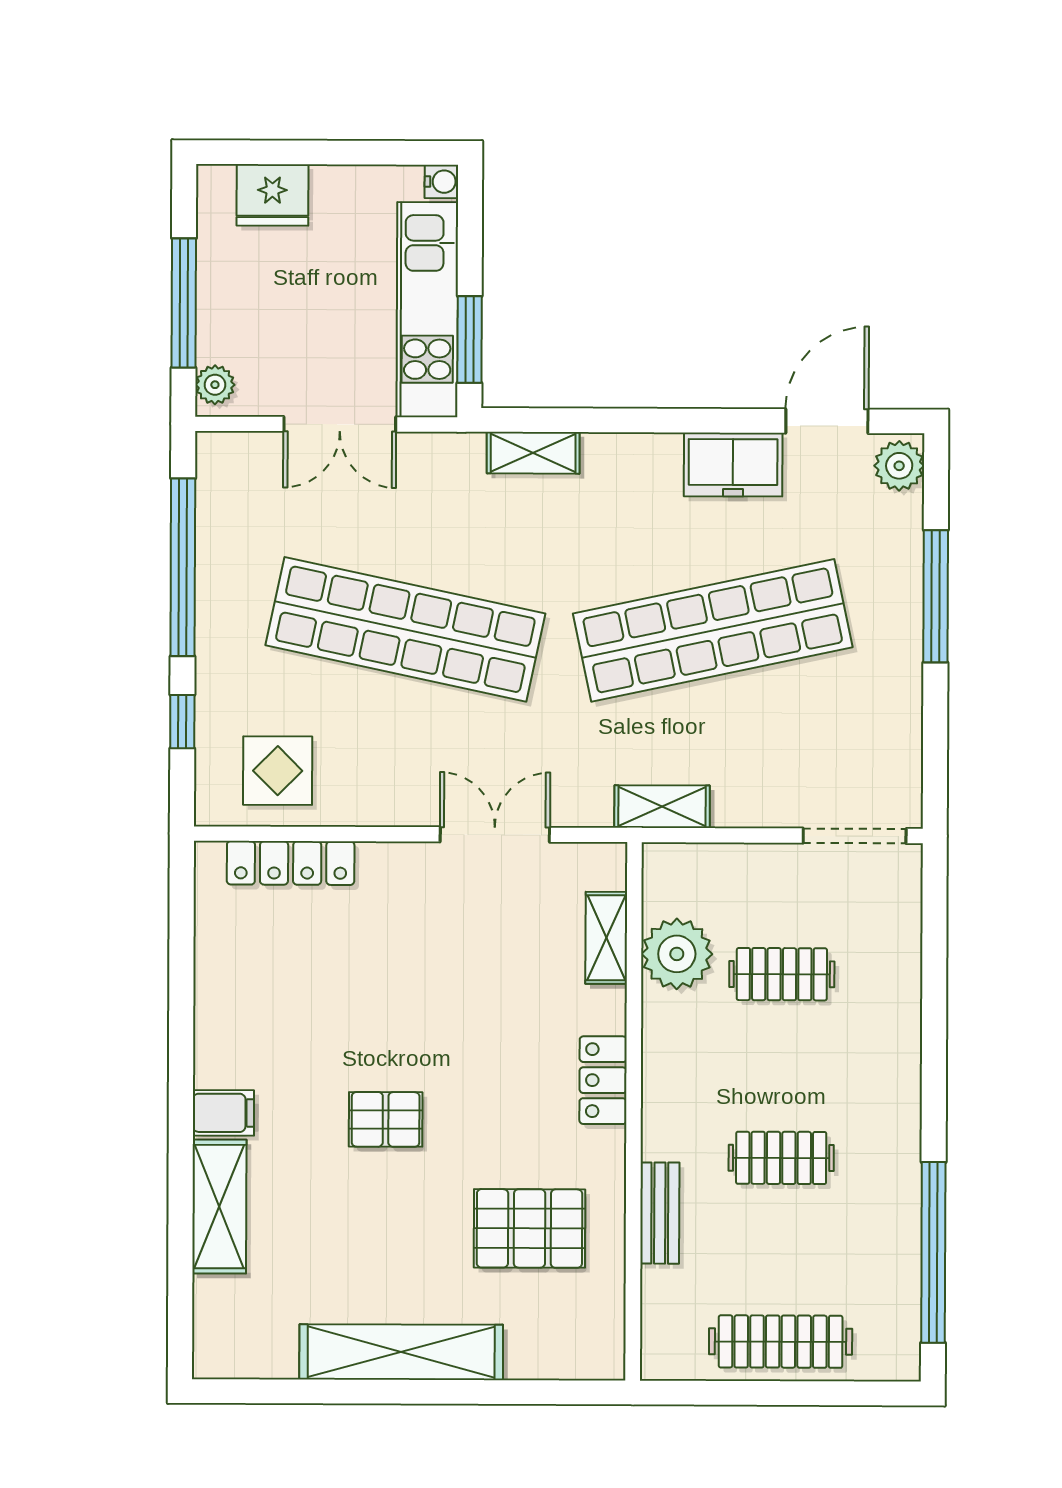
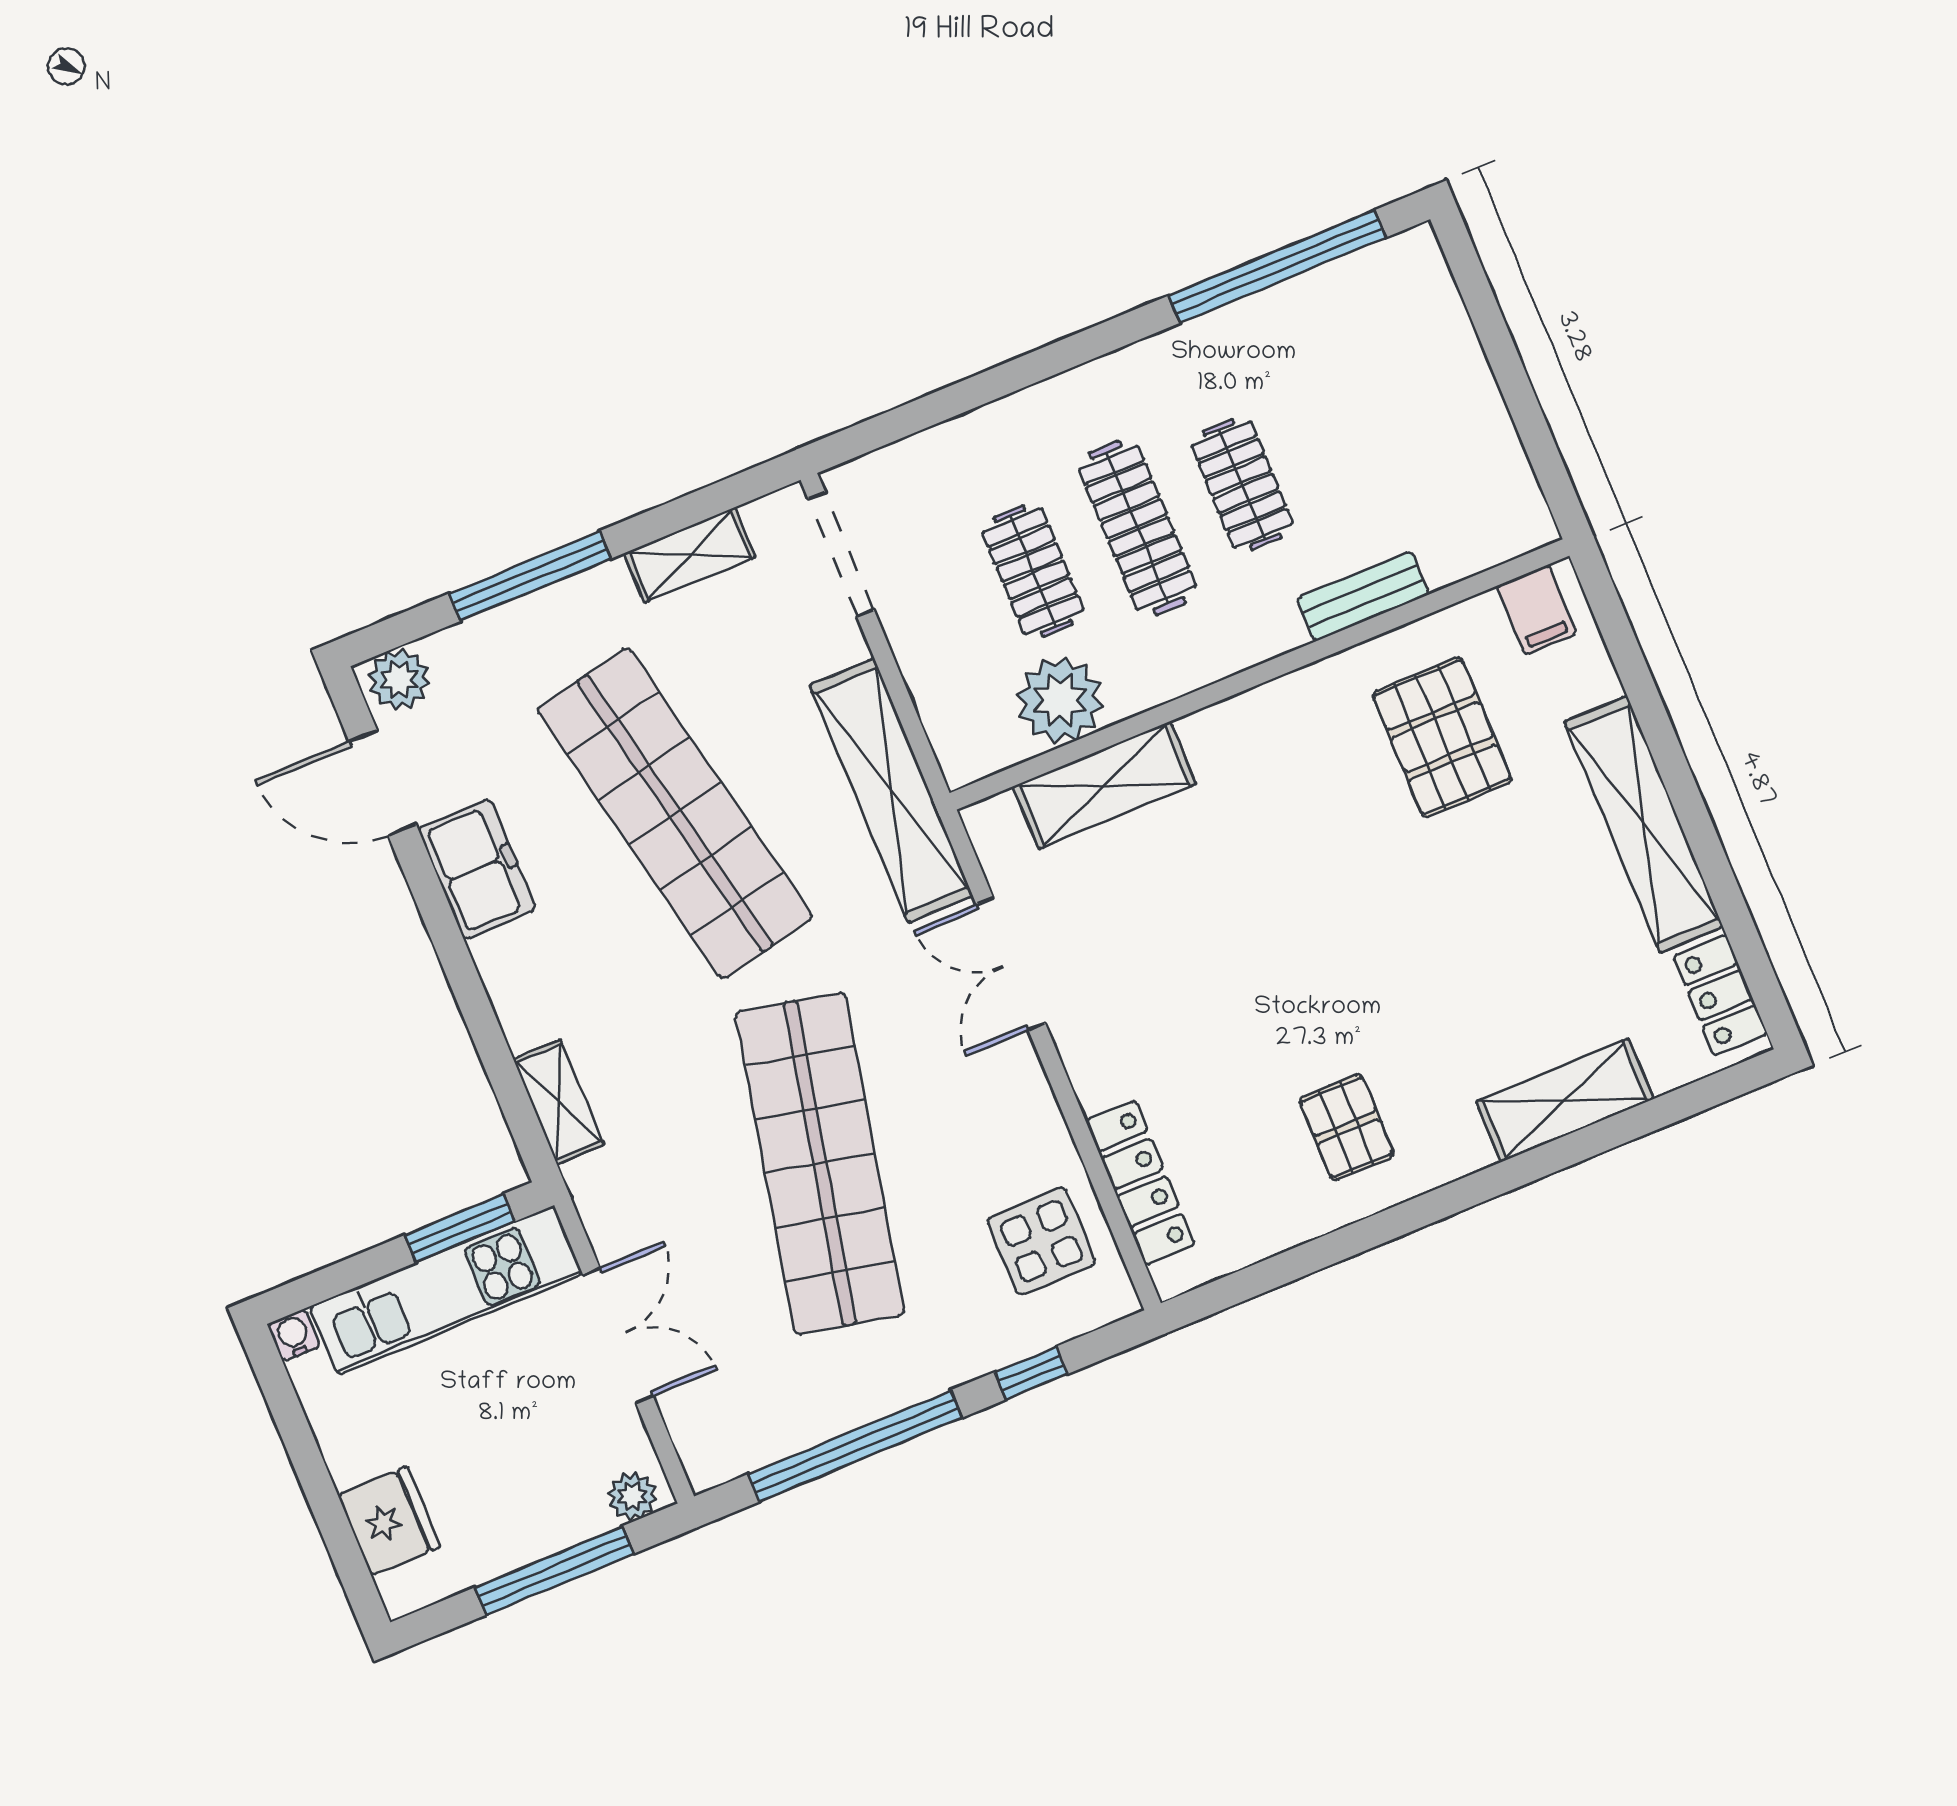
shelving: (901, 722) -> (689, 555), added
shelving: (662, 807) -> (891, 790), width x2.20, depth x1.33
shelving: (606, 938) -> (1105, 785), width x1.50, depth x1.33
locker: (603, 1080) -> (1720, 995), moved, turned 90
filing cabinet: (223, 1113) -> (1537, 610), moved, turned 180
pallet: (386, 1119) -> (1347, 1127), moved
clothes rail: (781, 1342) -> (1138, 528), moved

